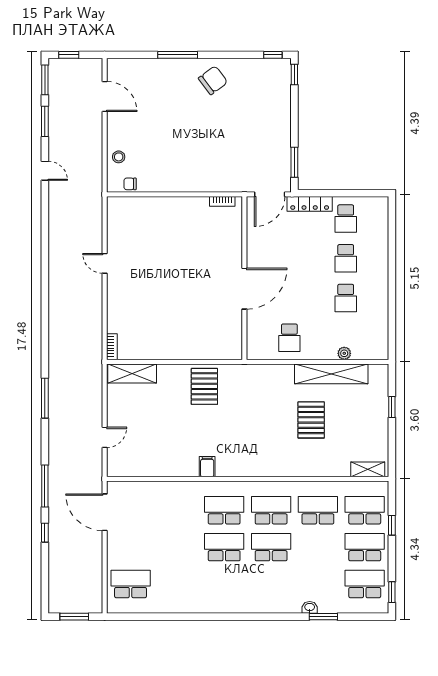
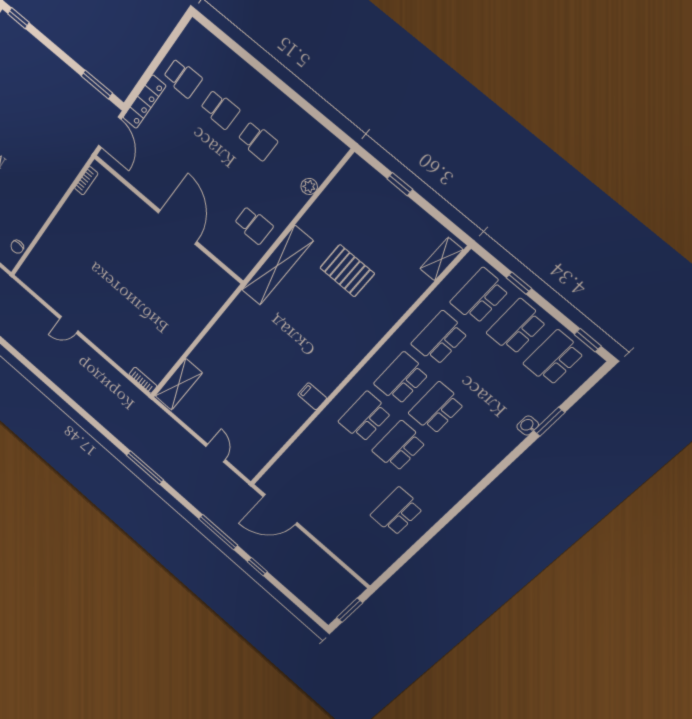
shelving: (331, 374) -> (277, 266), moved
pallet: (204, 386) -> (238, 336), removed
school desk: (131, 584) -> (397, 512), moved

